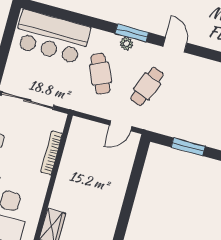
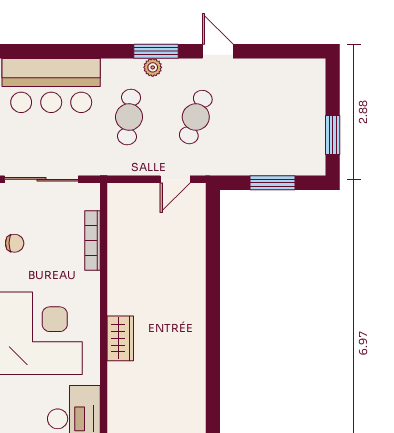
cafe table: (100, 74) -> (129, 117), turned 30

